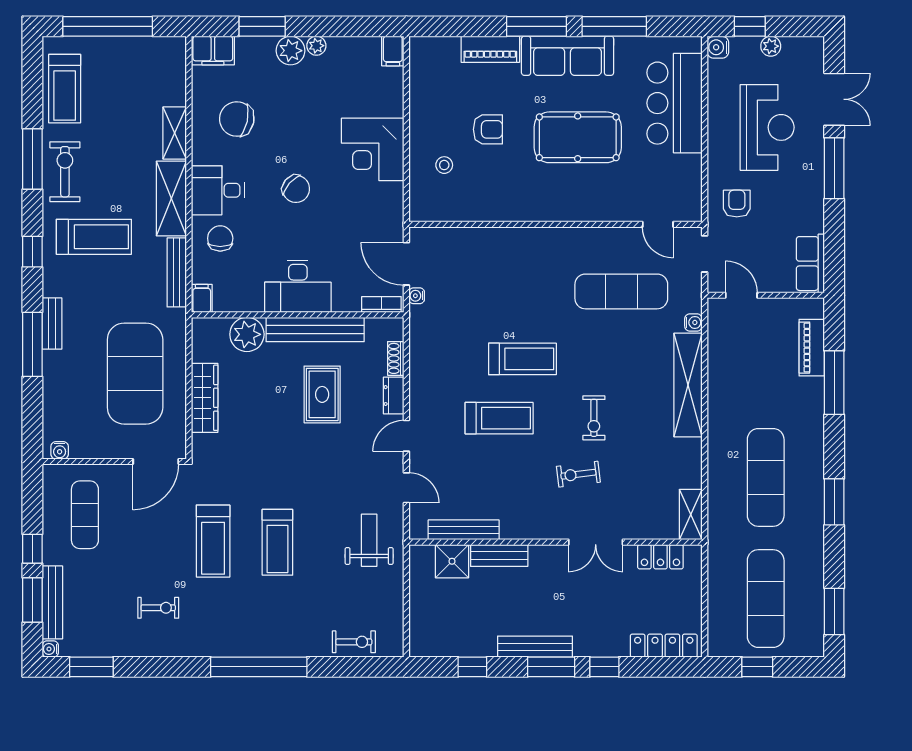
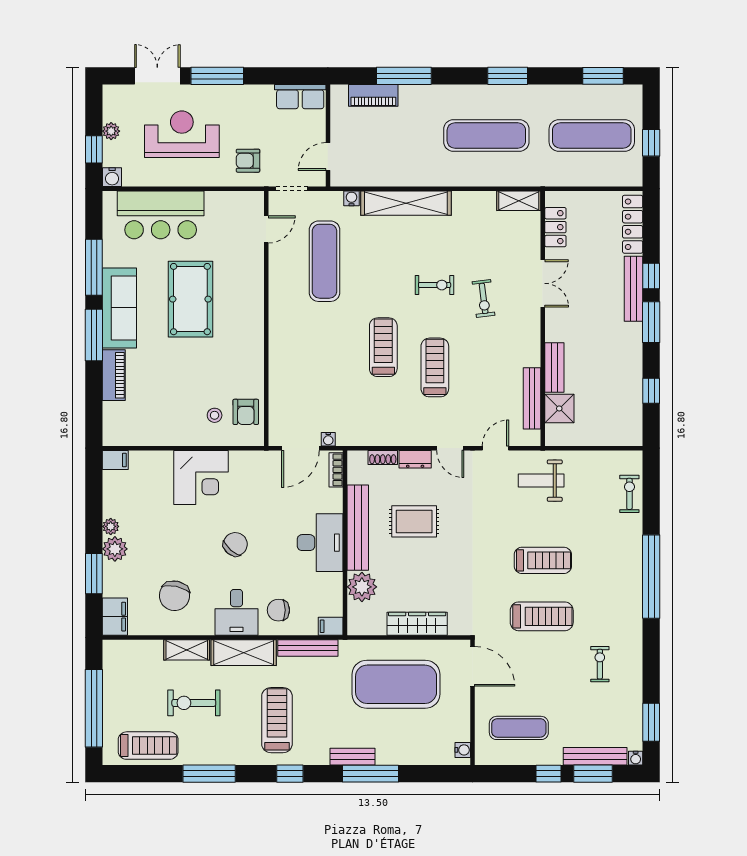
armchair: (488, 129) -> (246, 412), moved, turned 180
exercise bike: (65, 172) -> (194, 703), moved
bench: (535, 647) -> (634, 289), moved

